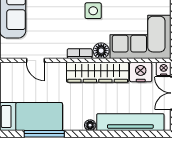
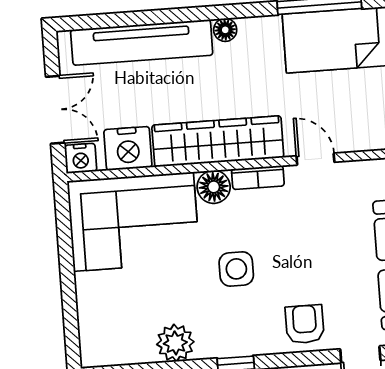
door: (35, 60) -> (315, 159), moved

